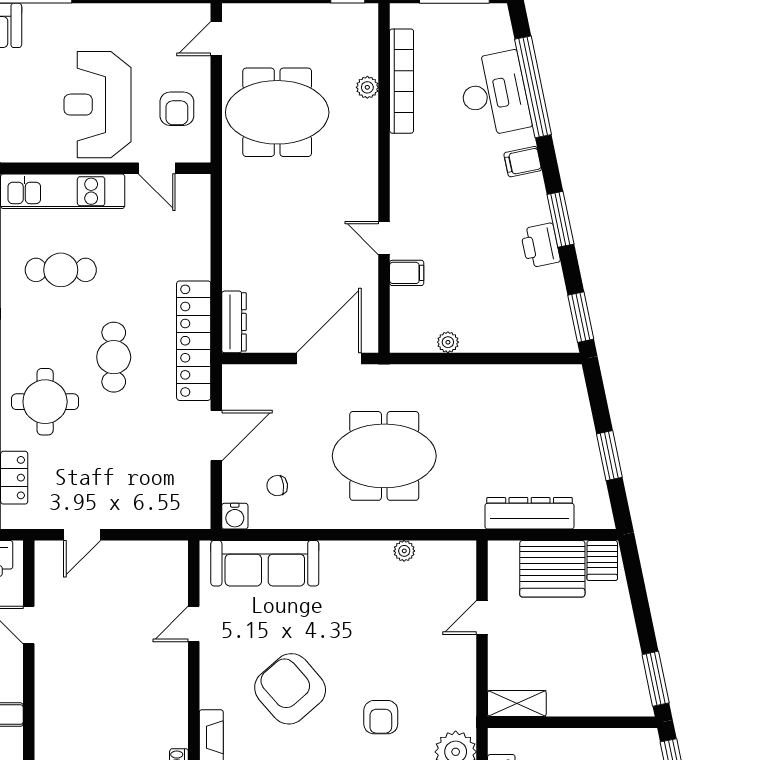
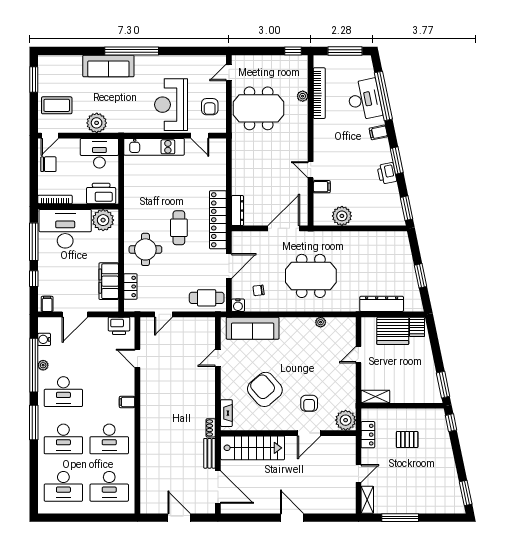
cafe table: (61, 270) -> (207, 298), moved
plant: (448, 342) -> (342, 216), width x1.87, depth x1.87

